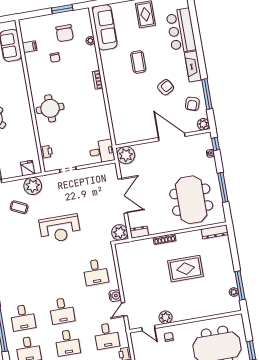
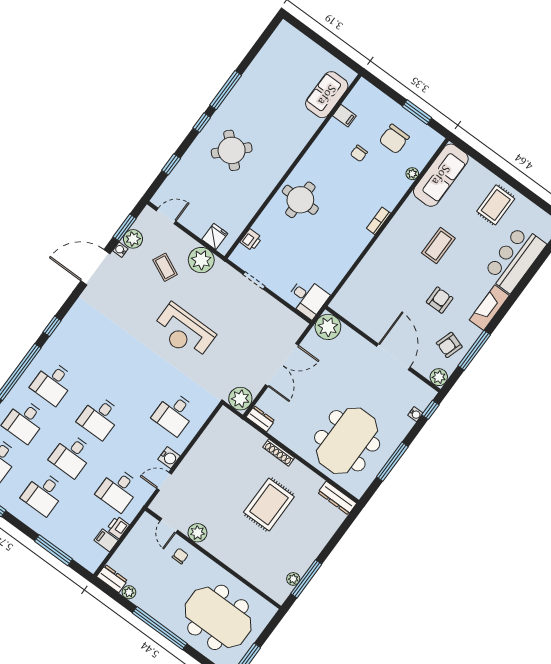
armchair: (166, 87) -> (440, 300), turned -59
rug: (186, 269) -> (269, 505), turned 90

